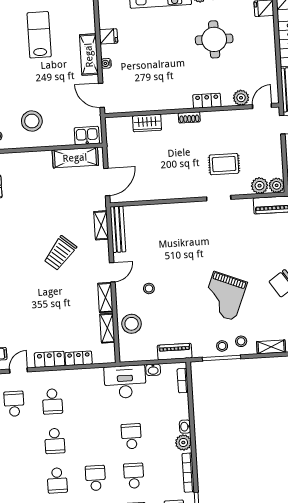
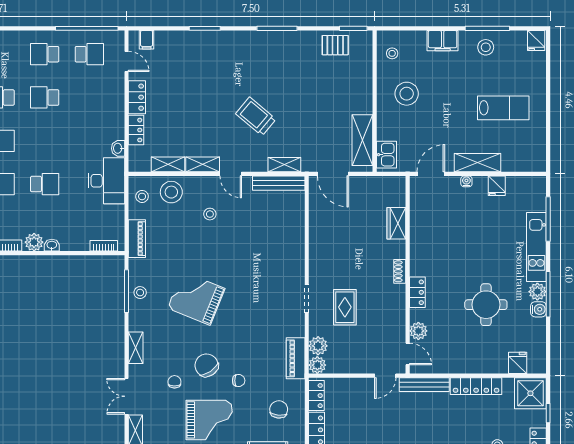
stool: (241, 341) -> (142, 196), moved
washbasin: (153, 370) -> (118, 148), moved
school desk: (52, 401) -> (45, 54), moved

